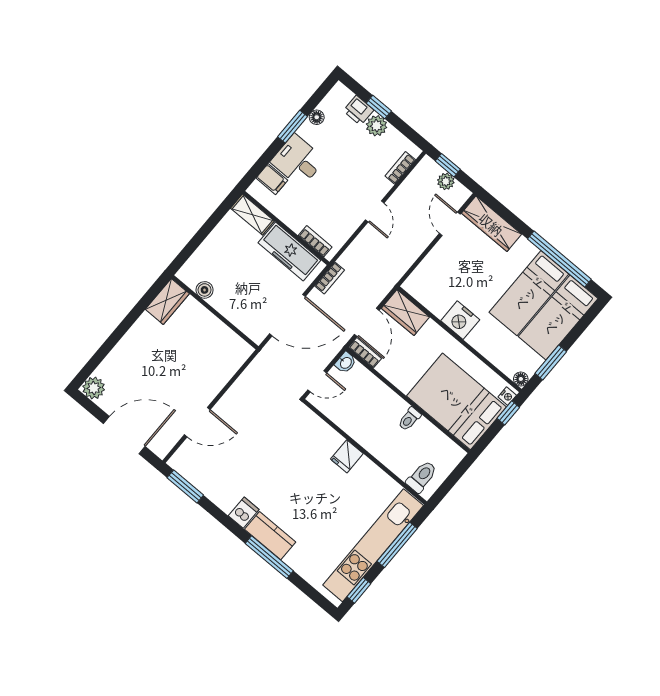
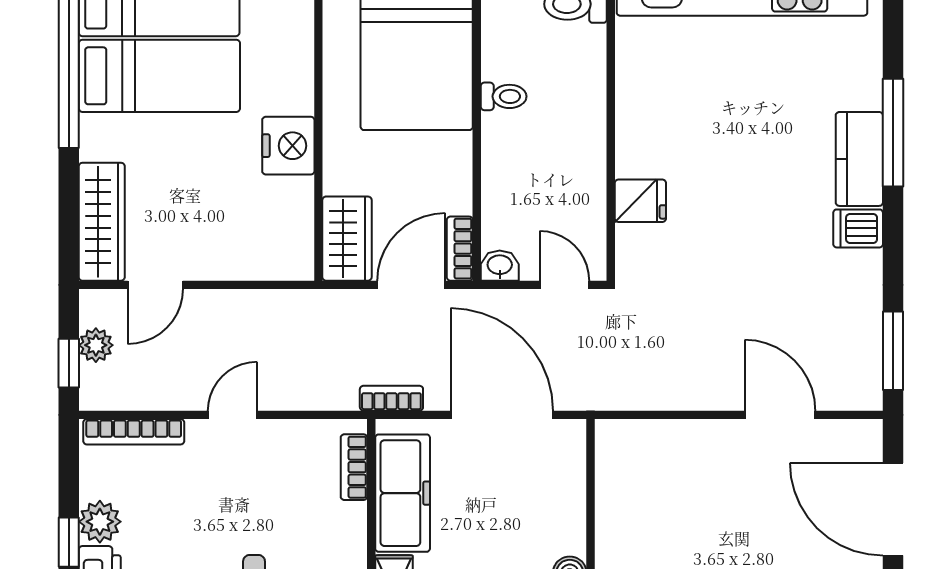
bookcase: (400, 168) -> (134, 432), width x1.56
fridge: (347, 456) -> (640, 201), moved

